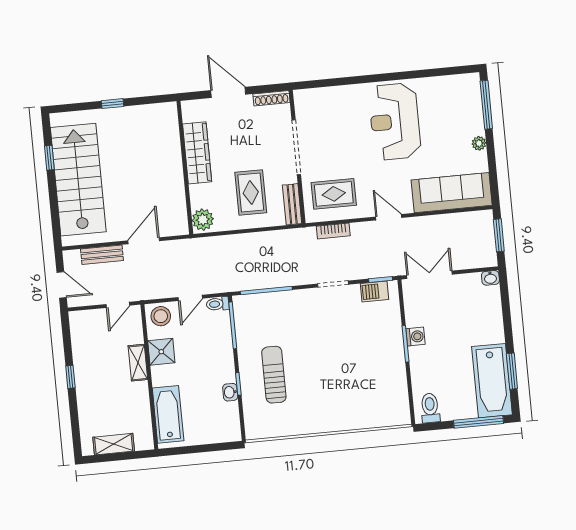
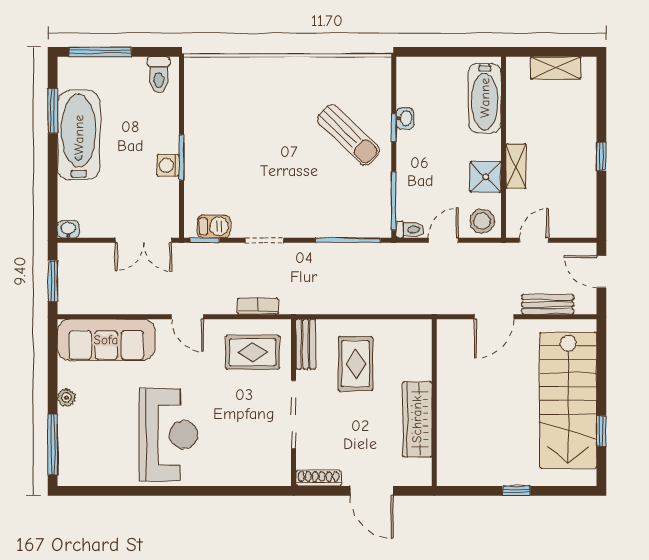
plant: (203, 220) -> (418, 336), removed
sun lounger: (274, 375) -> (349, 135), turned -46
bathtub: (492, 381) -> (79, 135), moved

